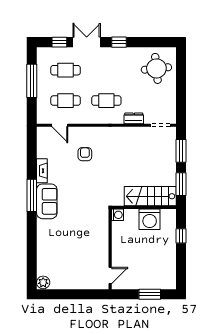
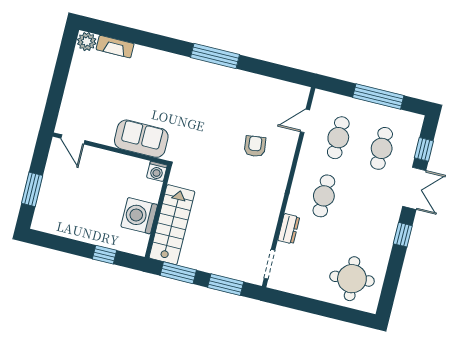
armchair: (85, 154) -> (255, 146), turned -97
fireplace: (42, 171) -> (115, 47), moved
sofa: (47, 201) -> (141, 139), moved, turned 180

